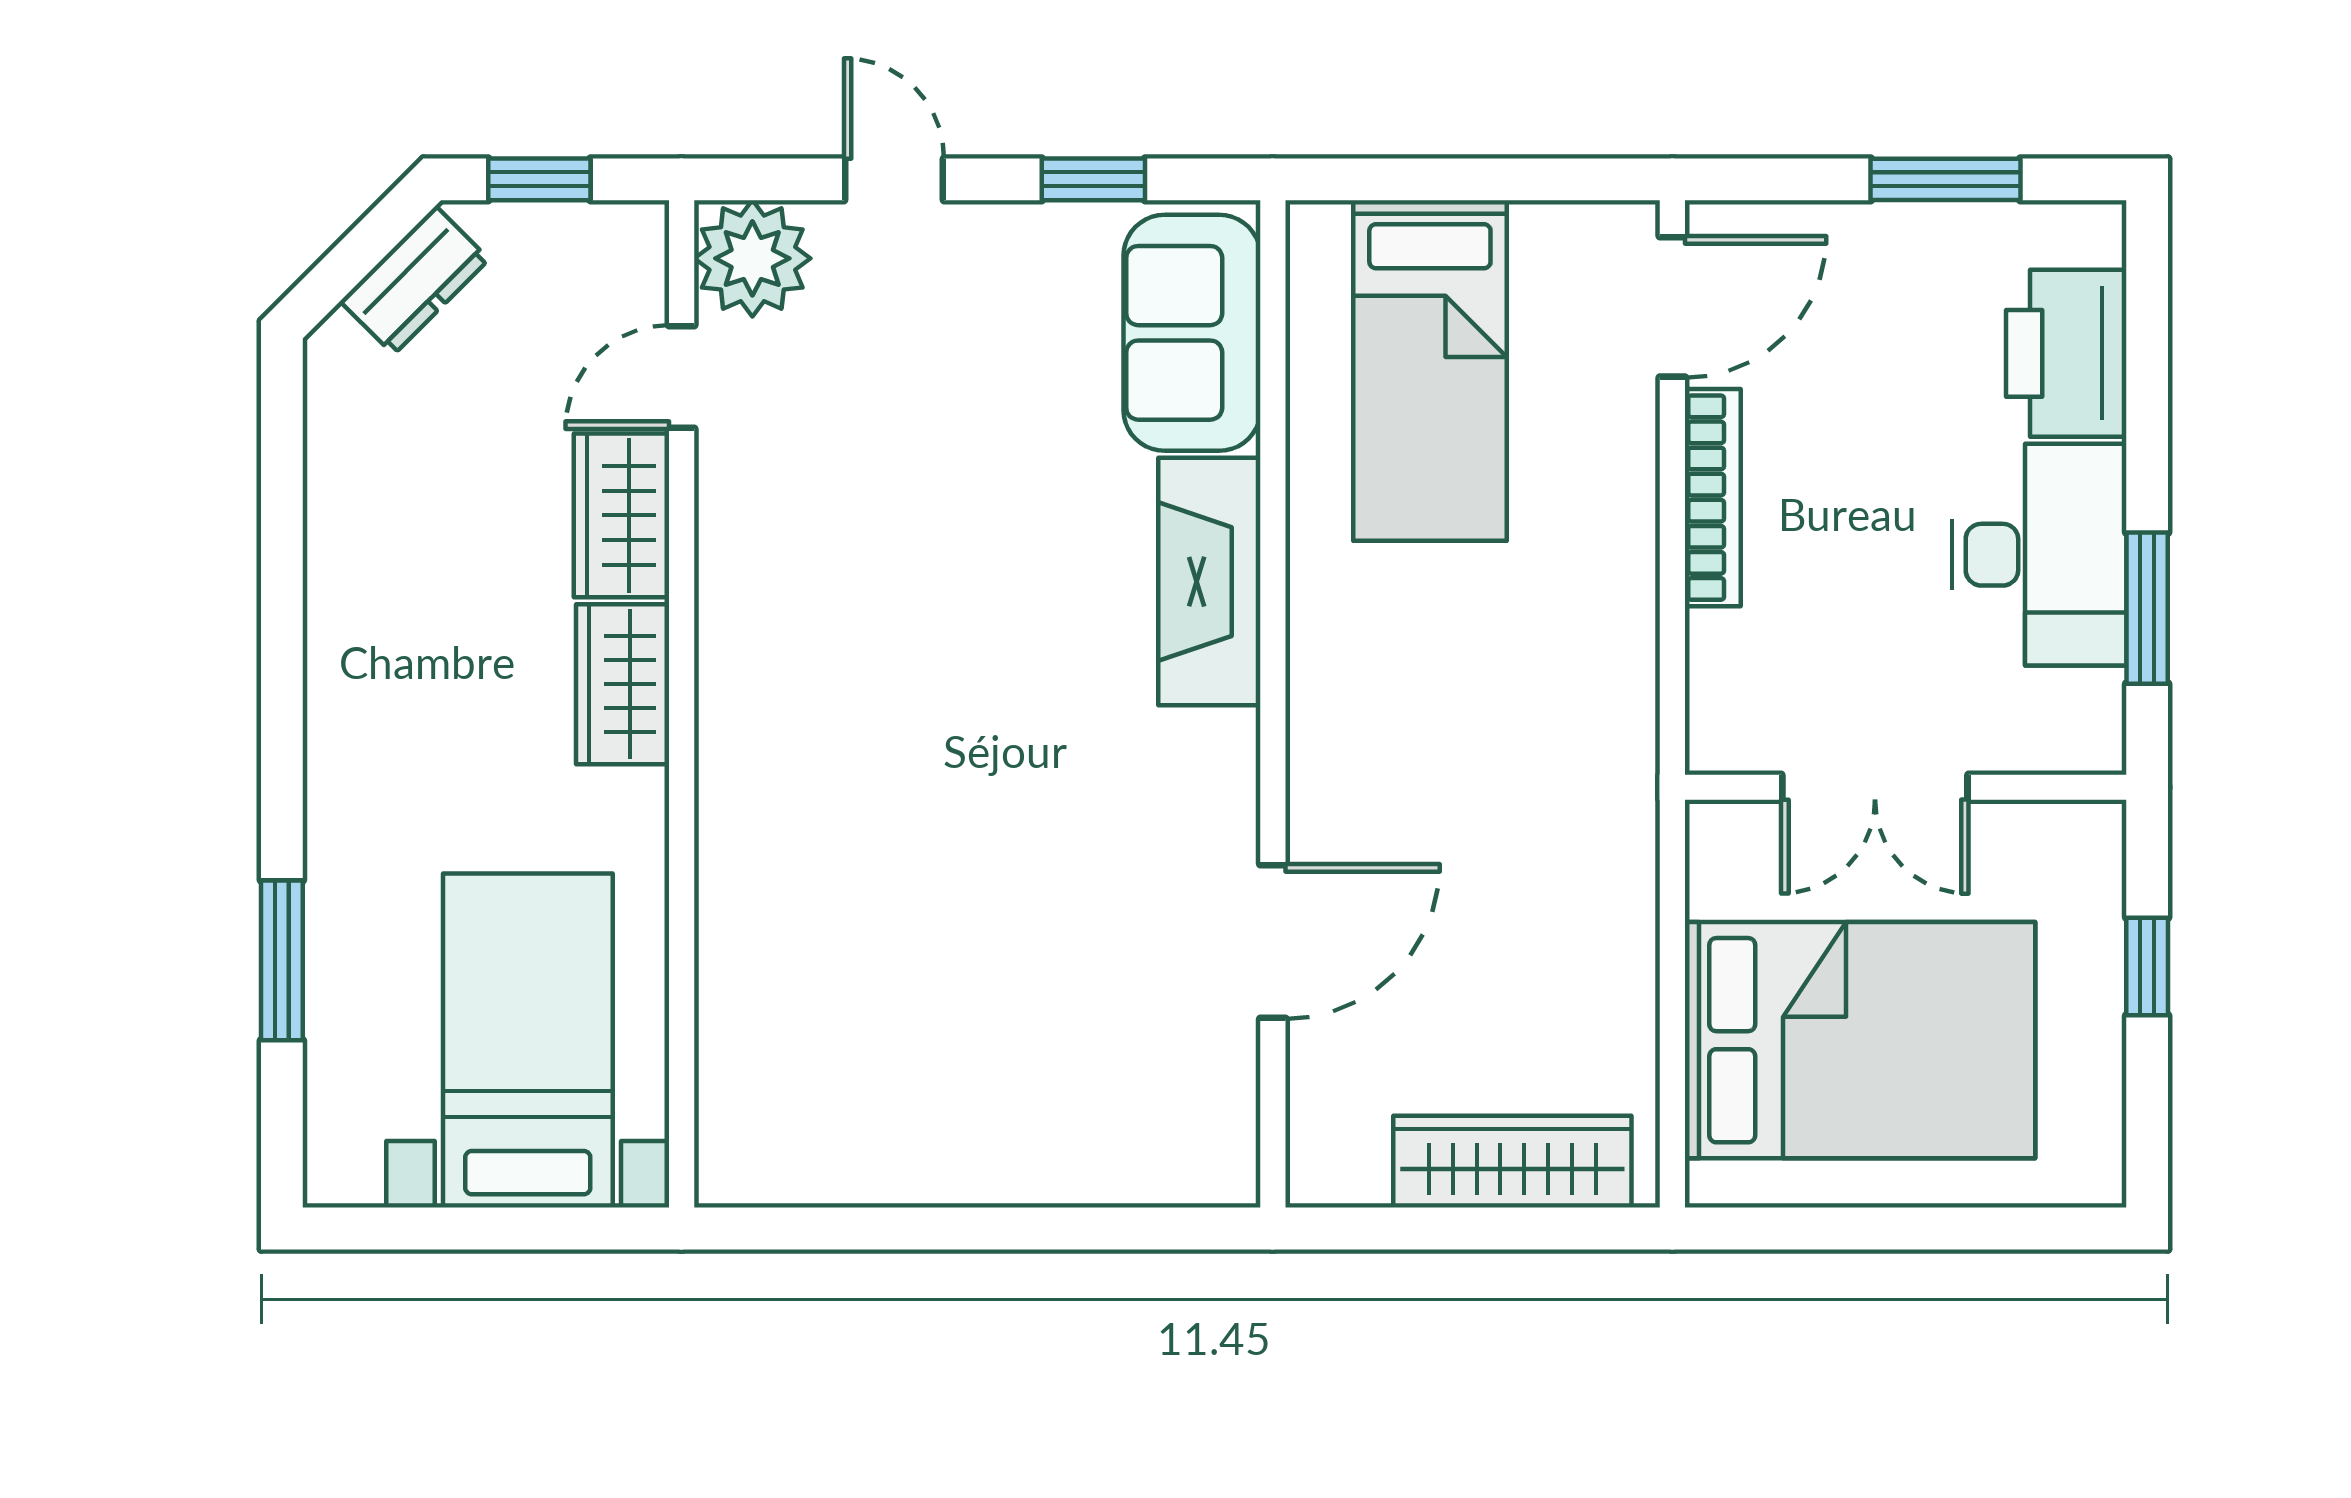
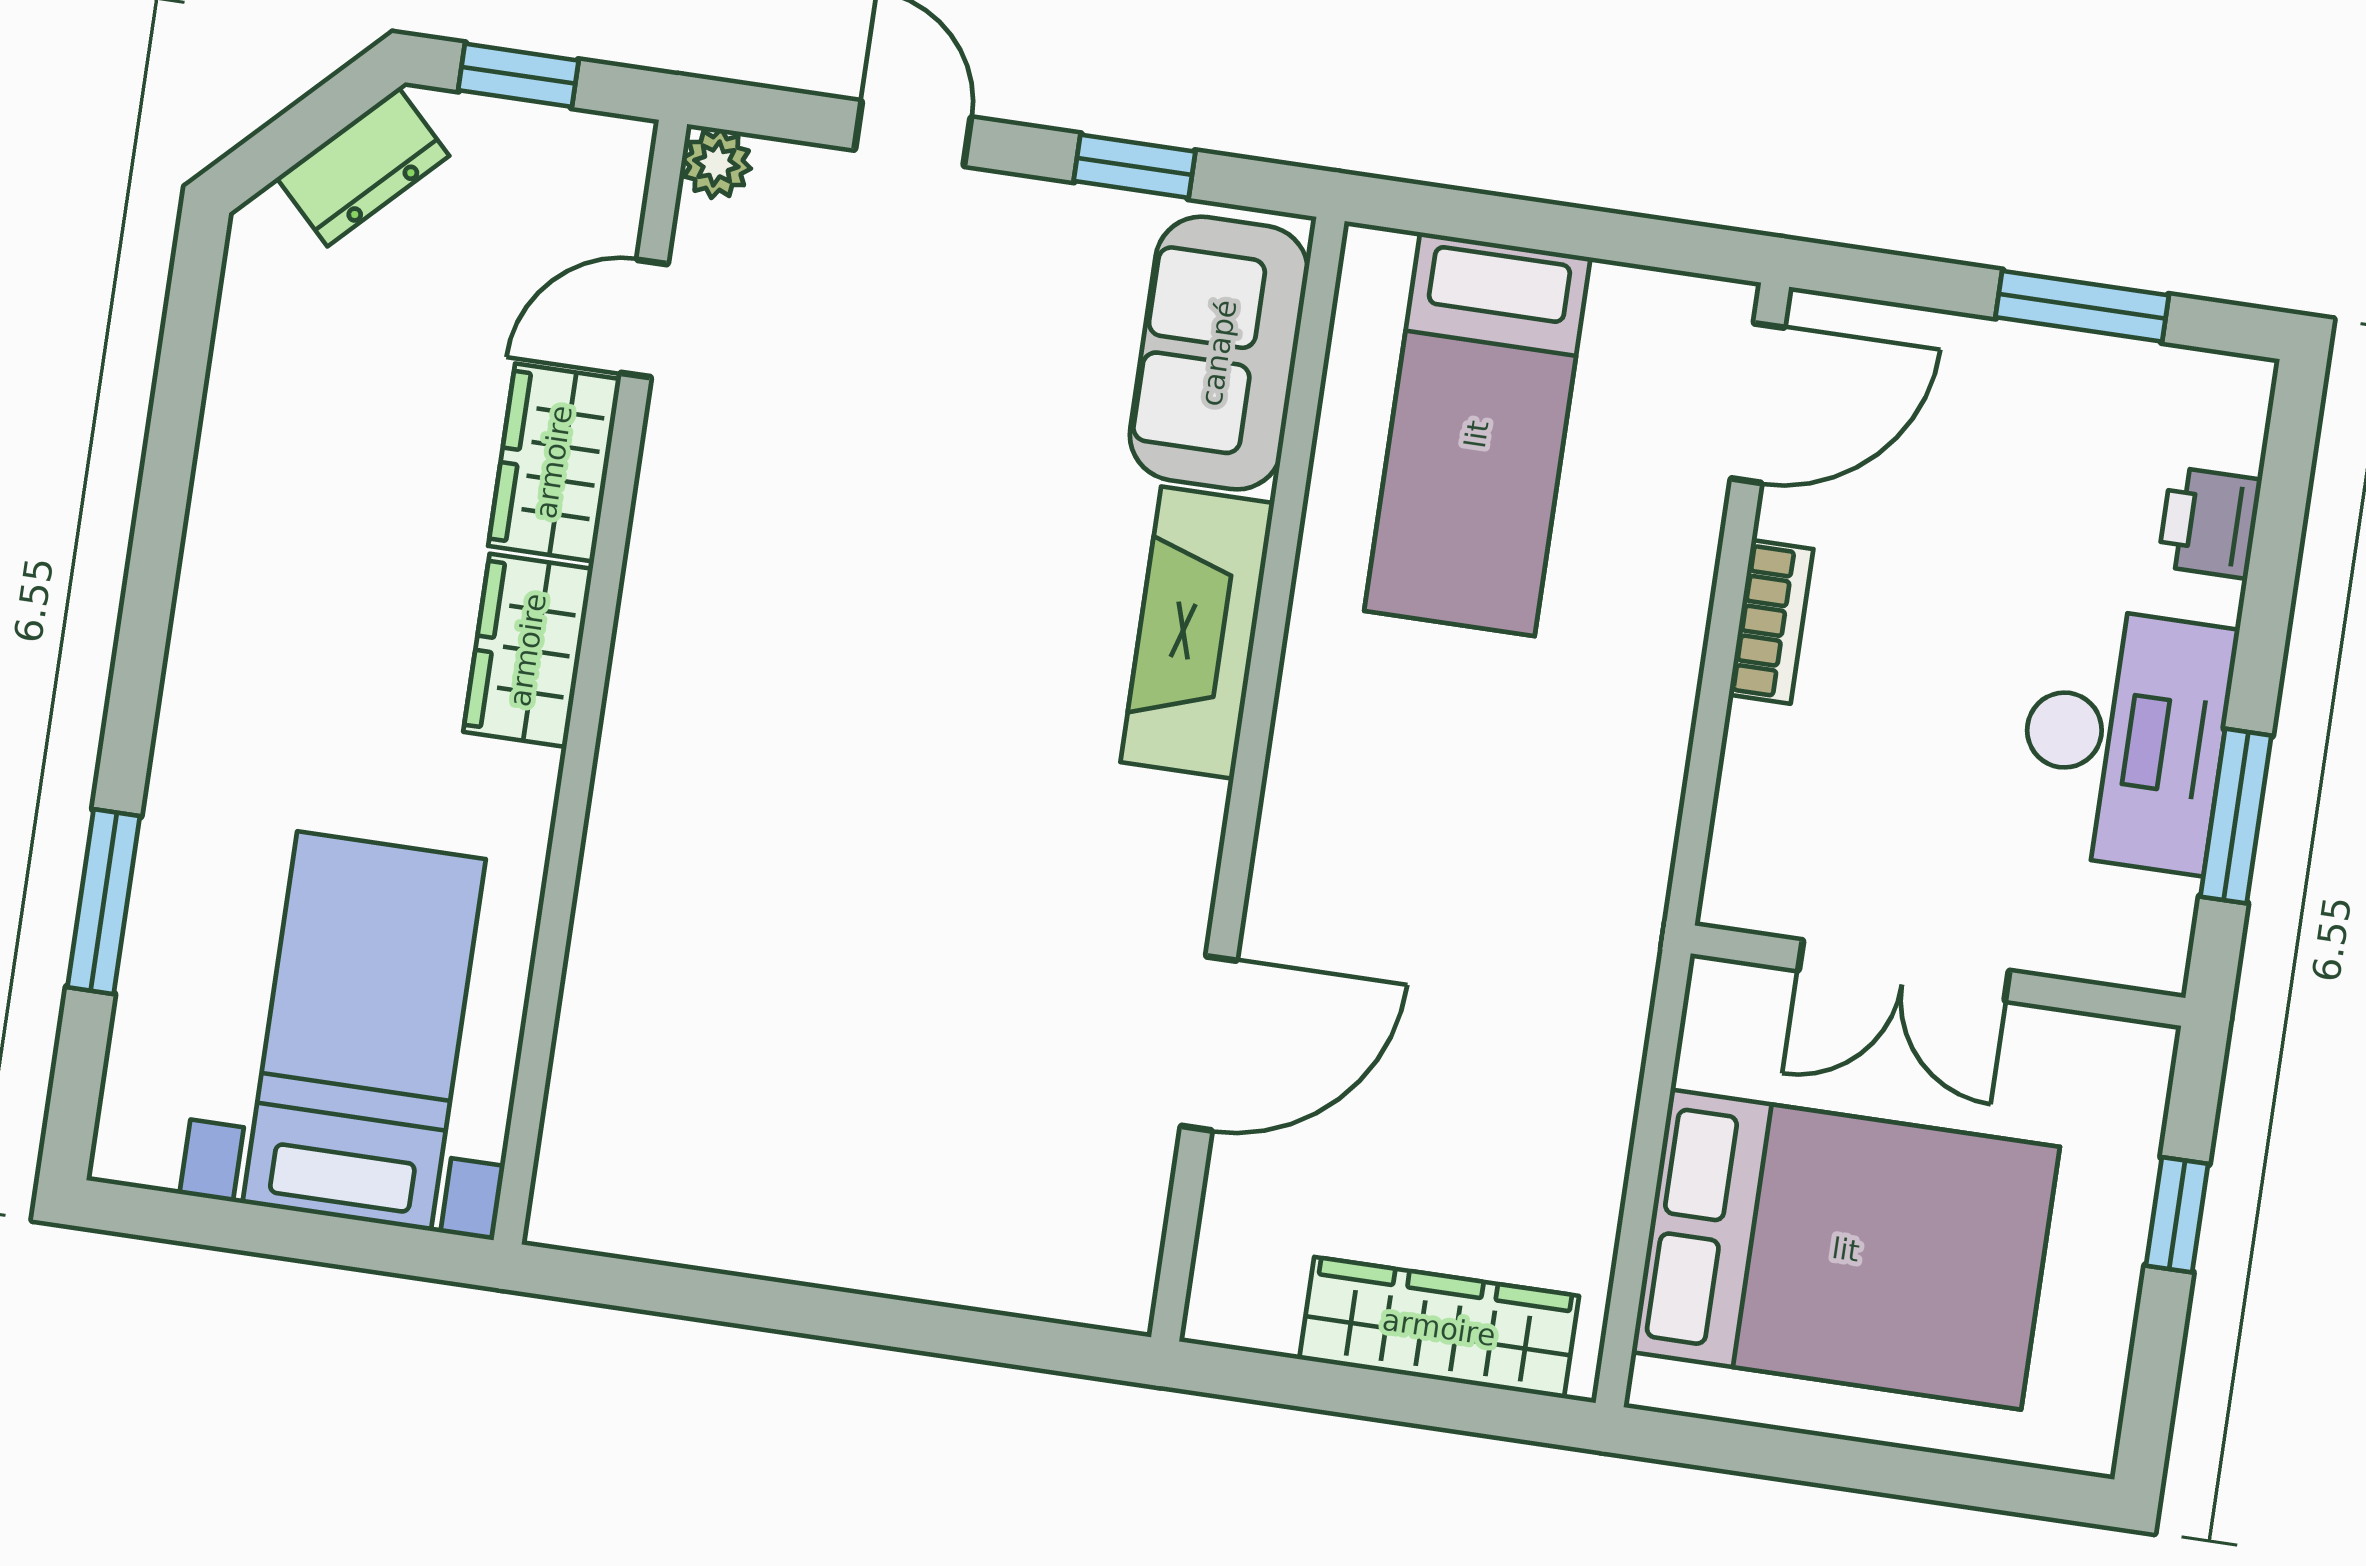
plant: (752, 258) -> (716, 163), width x0.53, depth x0.53
printer: (2066, 353) -> (2209, 523), width x0.53, depth x0.68
bookcase: (1713, 498) -> (1771, 622), width x0.64

